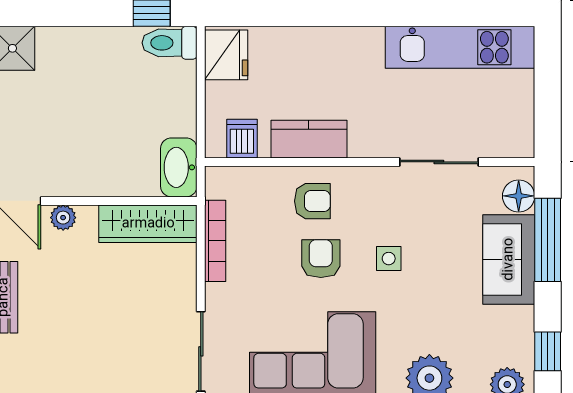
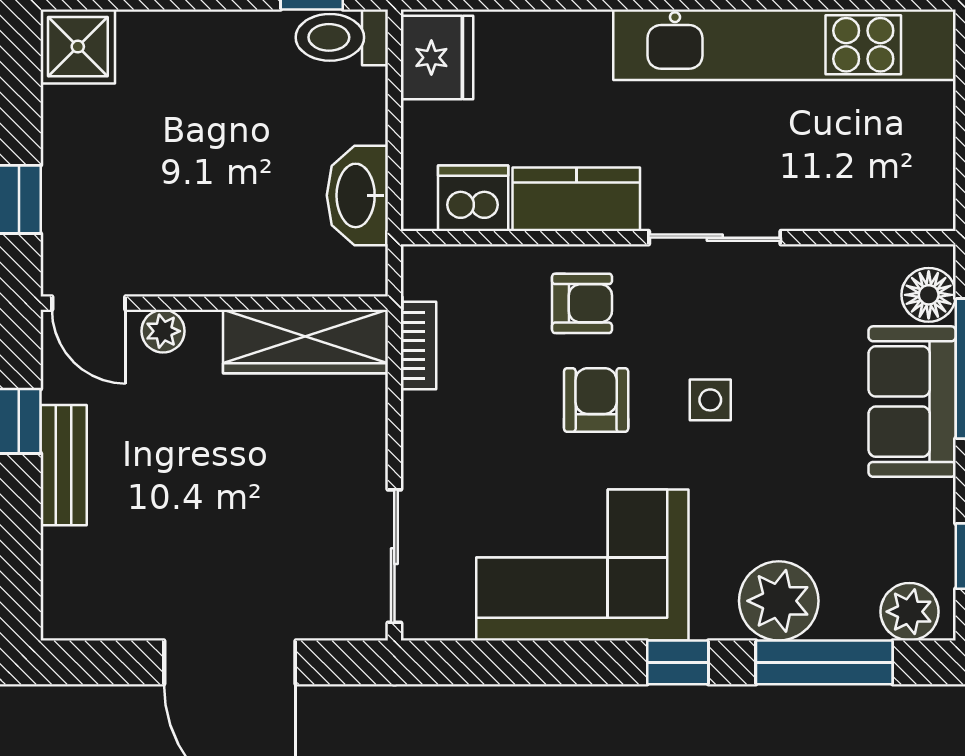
kitchen unit: (460, 47) -> (785, 45), width x1.36
dishwasher: (242, 139) -> (473, 198), width x1.38
sliding door: (439, 162) -> (715, 238), moved
washbasin: (179, 167) -> (357, 195), moved
bookcase: (215, 241) -> (419, 346), width x0.64

